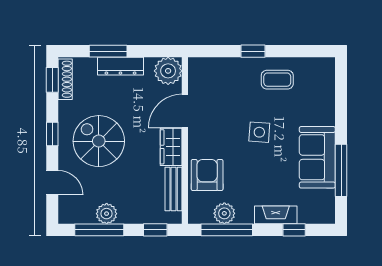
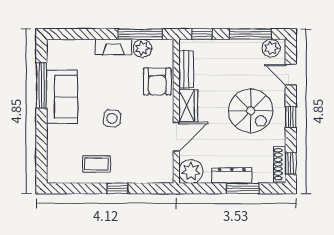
plant: (107, 214) -> (271, 48), moved
fireplace: (276, 215) -> (113, 47), moved
window: (294, 230) -> (82, 34), removed

